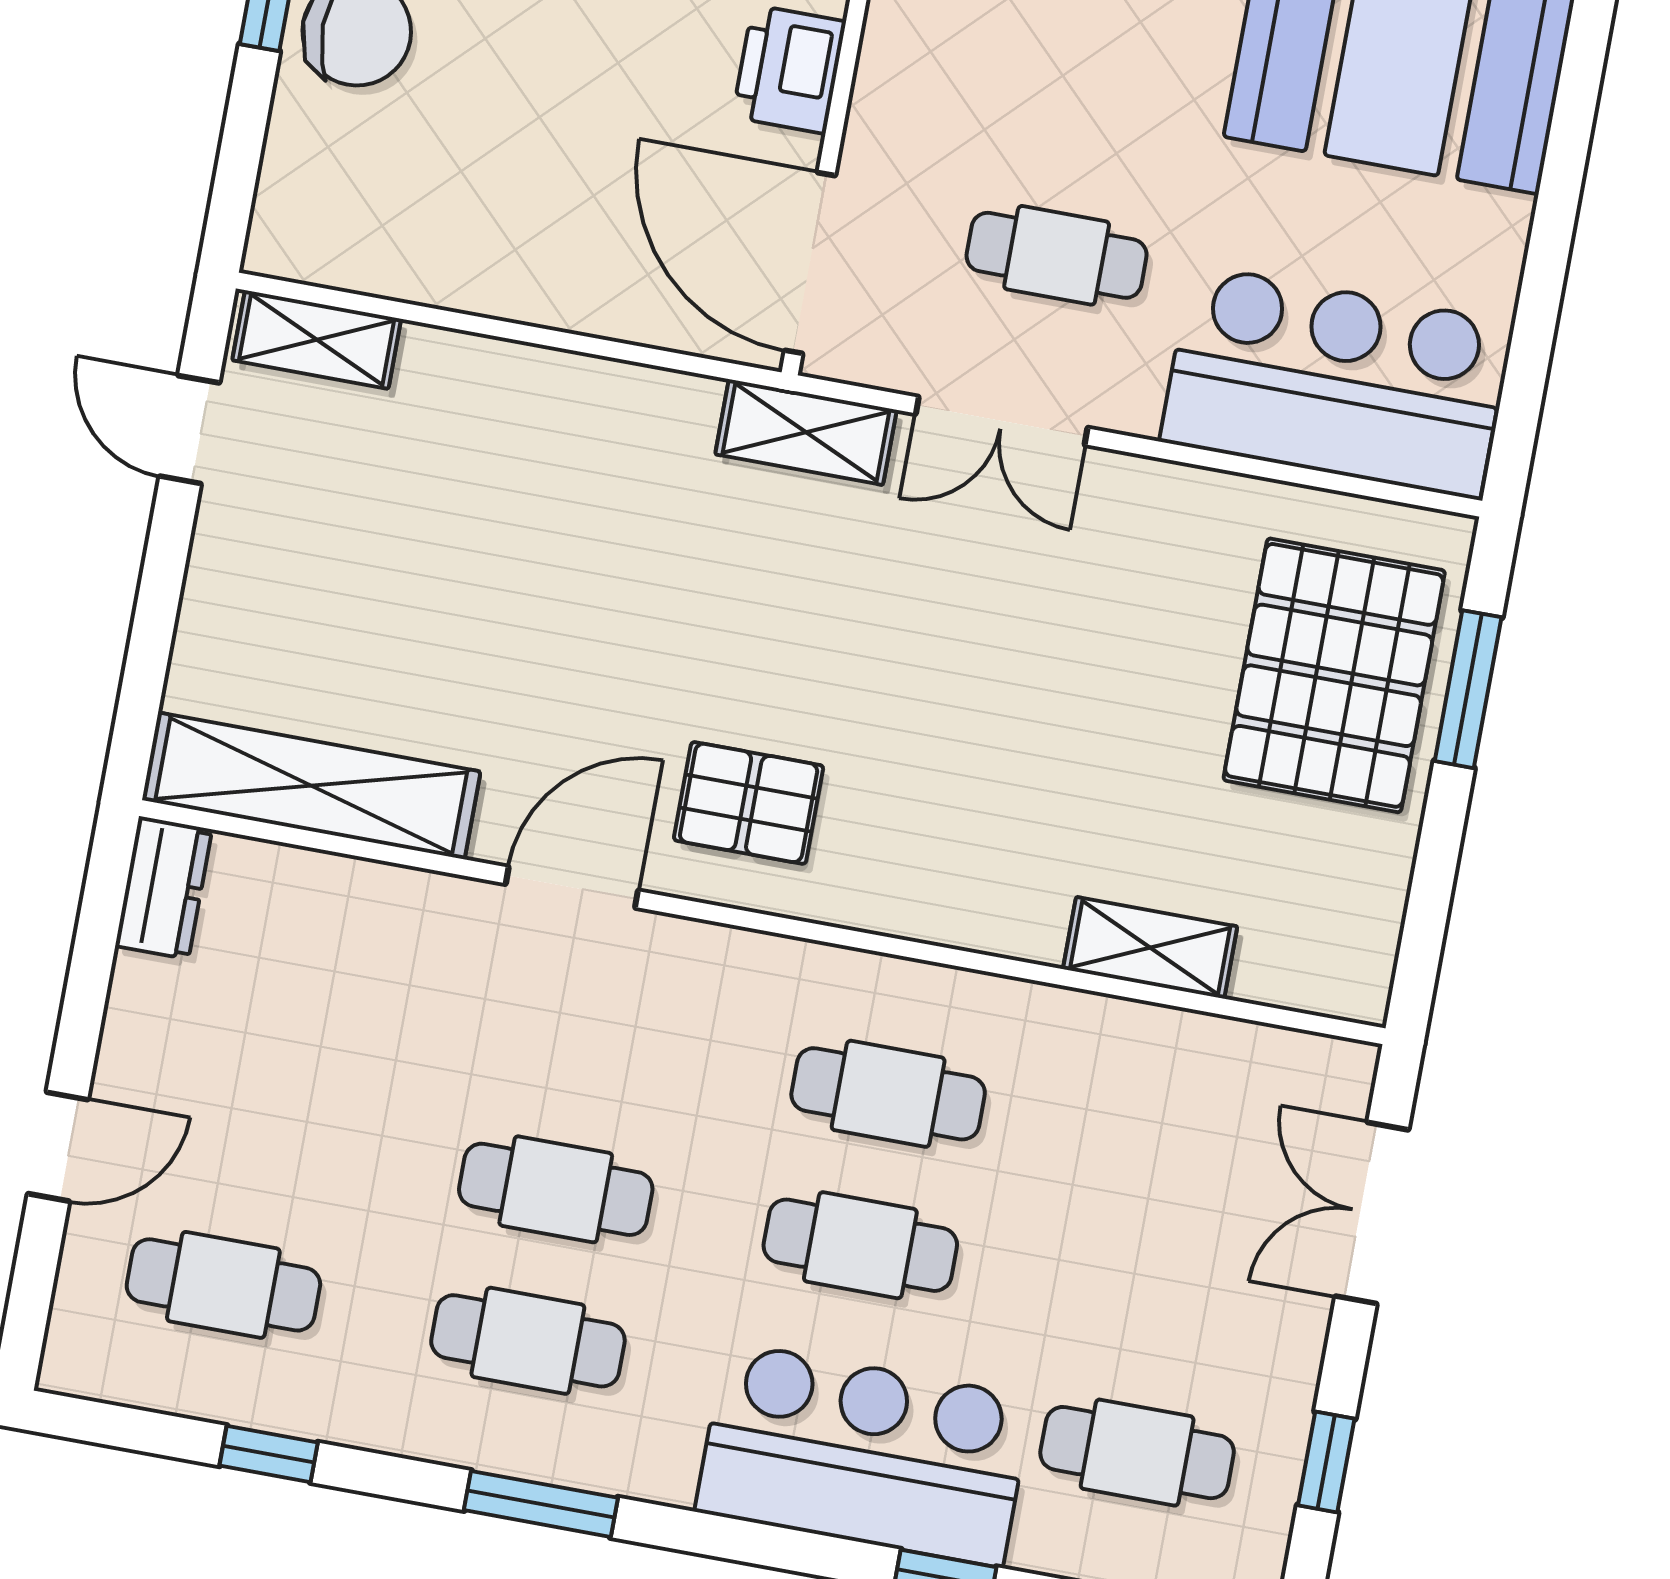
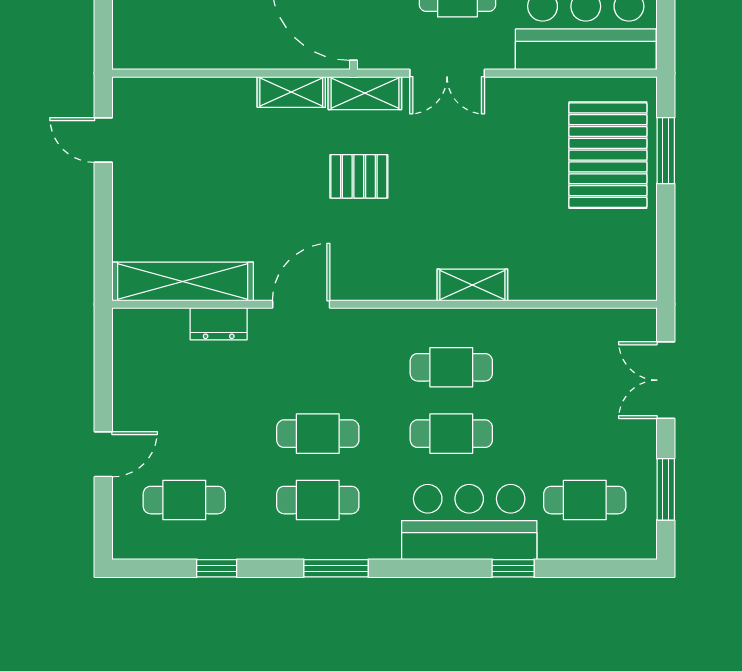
shelving: (317, 340) -> (291, 92), moved
pallet: (749, 803) -> (359, 176), moved
dresser: (164, 888) -> (219, 324), moved, turned 90
shelving: (1150, 948) -> (472, 285), moved
window: (1326, 1462) -> (666, 489), width x1.50

